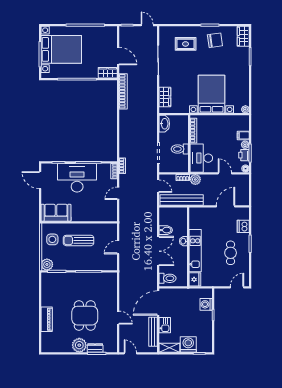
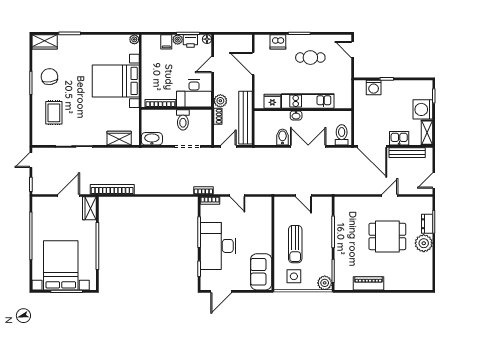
fridge: (195, 279) -> (272, 101), moved
piano: (47, 319) -> (368, 283), moved

